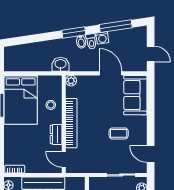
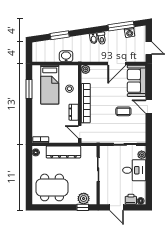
window: (74, 32) -> (60, 35), moved
washing machine: (102, 38) -> (130, 32), moved
washbasin: (61, 64) -> (66, 56), moved
door: (110, 73) -> (117, 64), swing flipped
bed: (21, 100) -> (50, 85), width x0.67
door: (151, 154) -> (149, 107), moved

